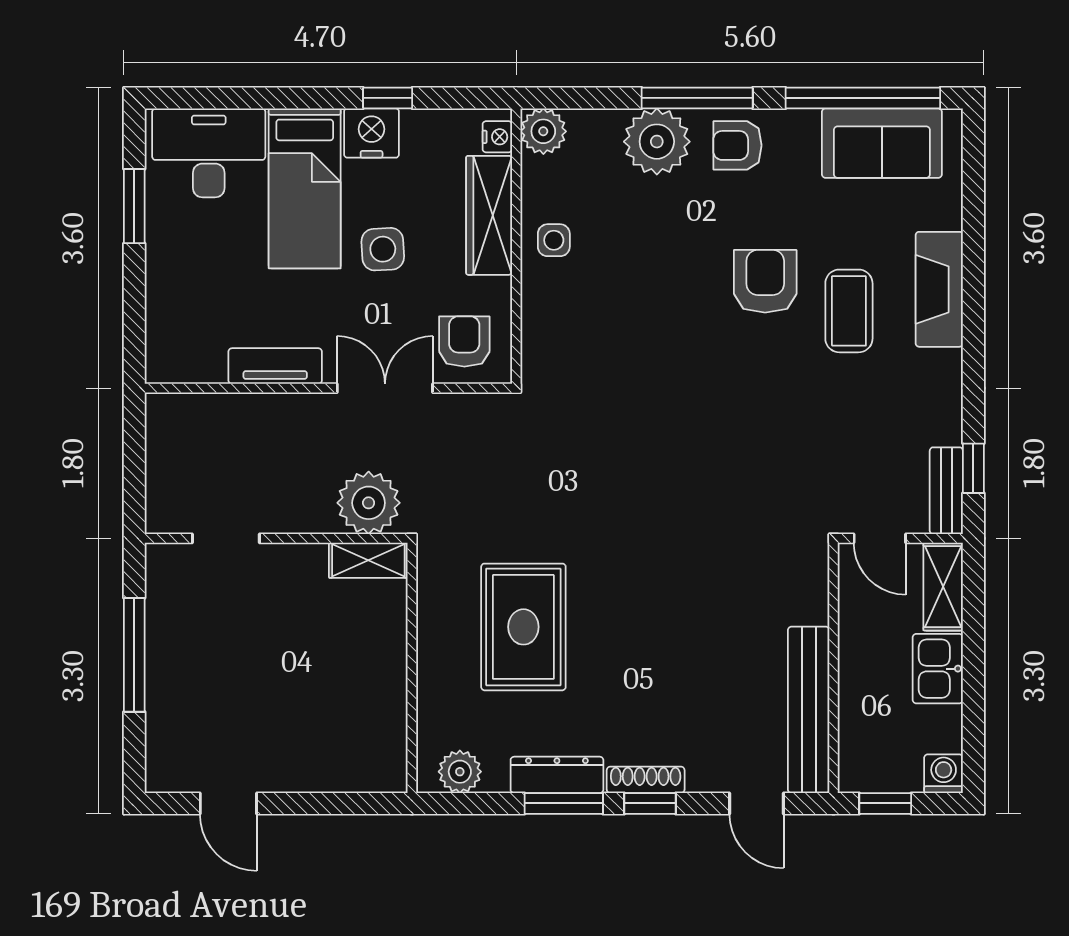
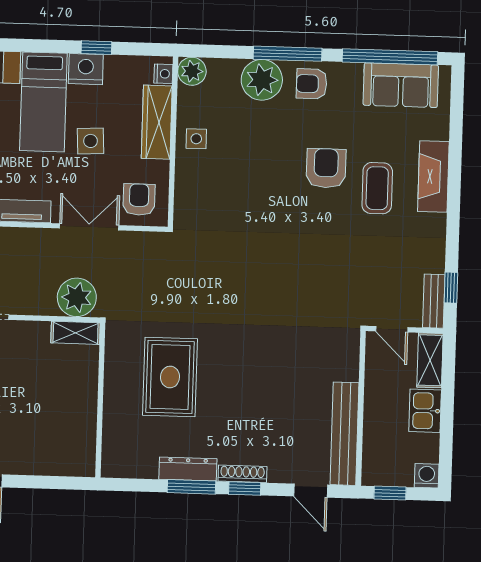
plant: (460, 772) -> (128, 465), removed

